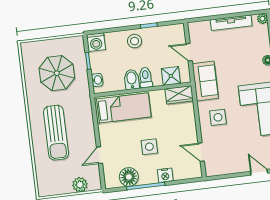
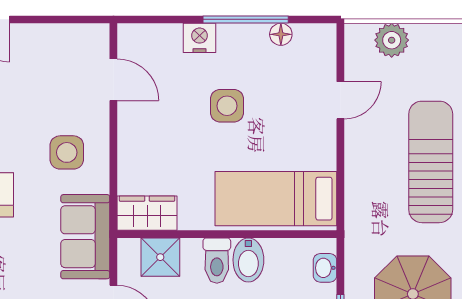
floor lamp: (129, 177) -> (281, 34), width x0.53, depth x0.53

